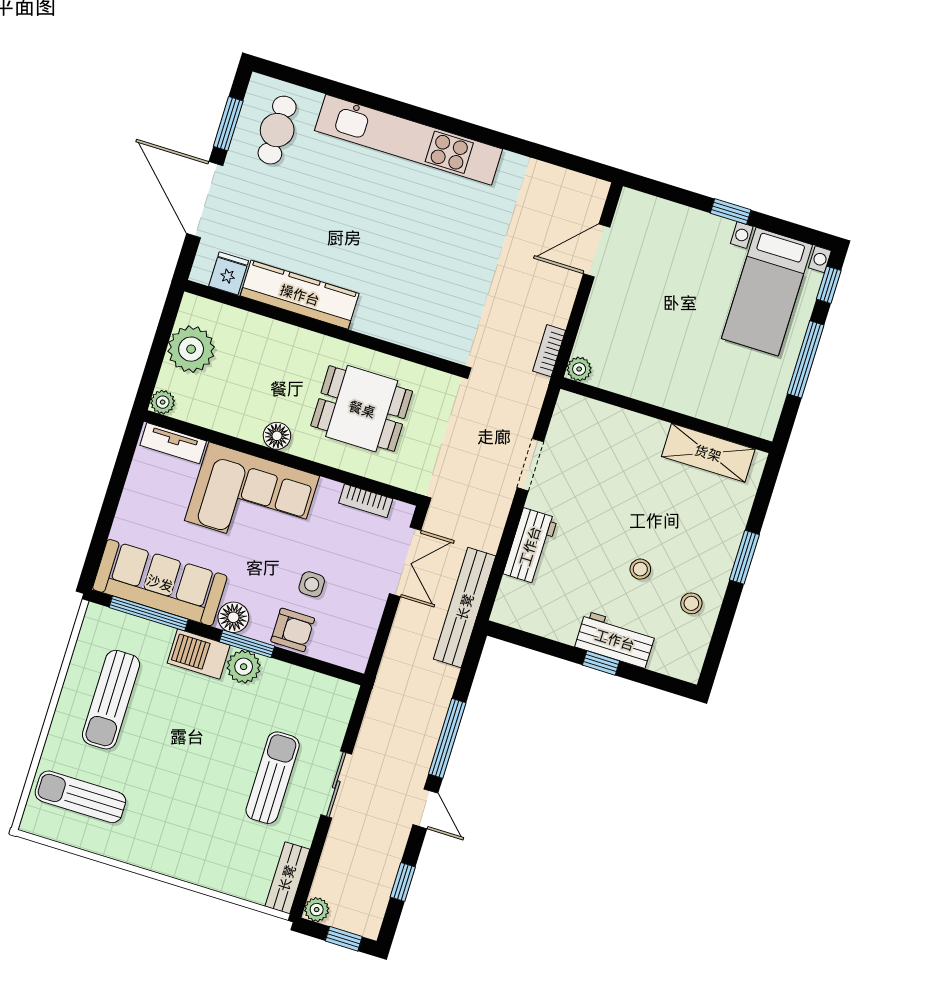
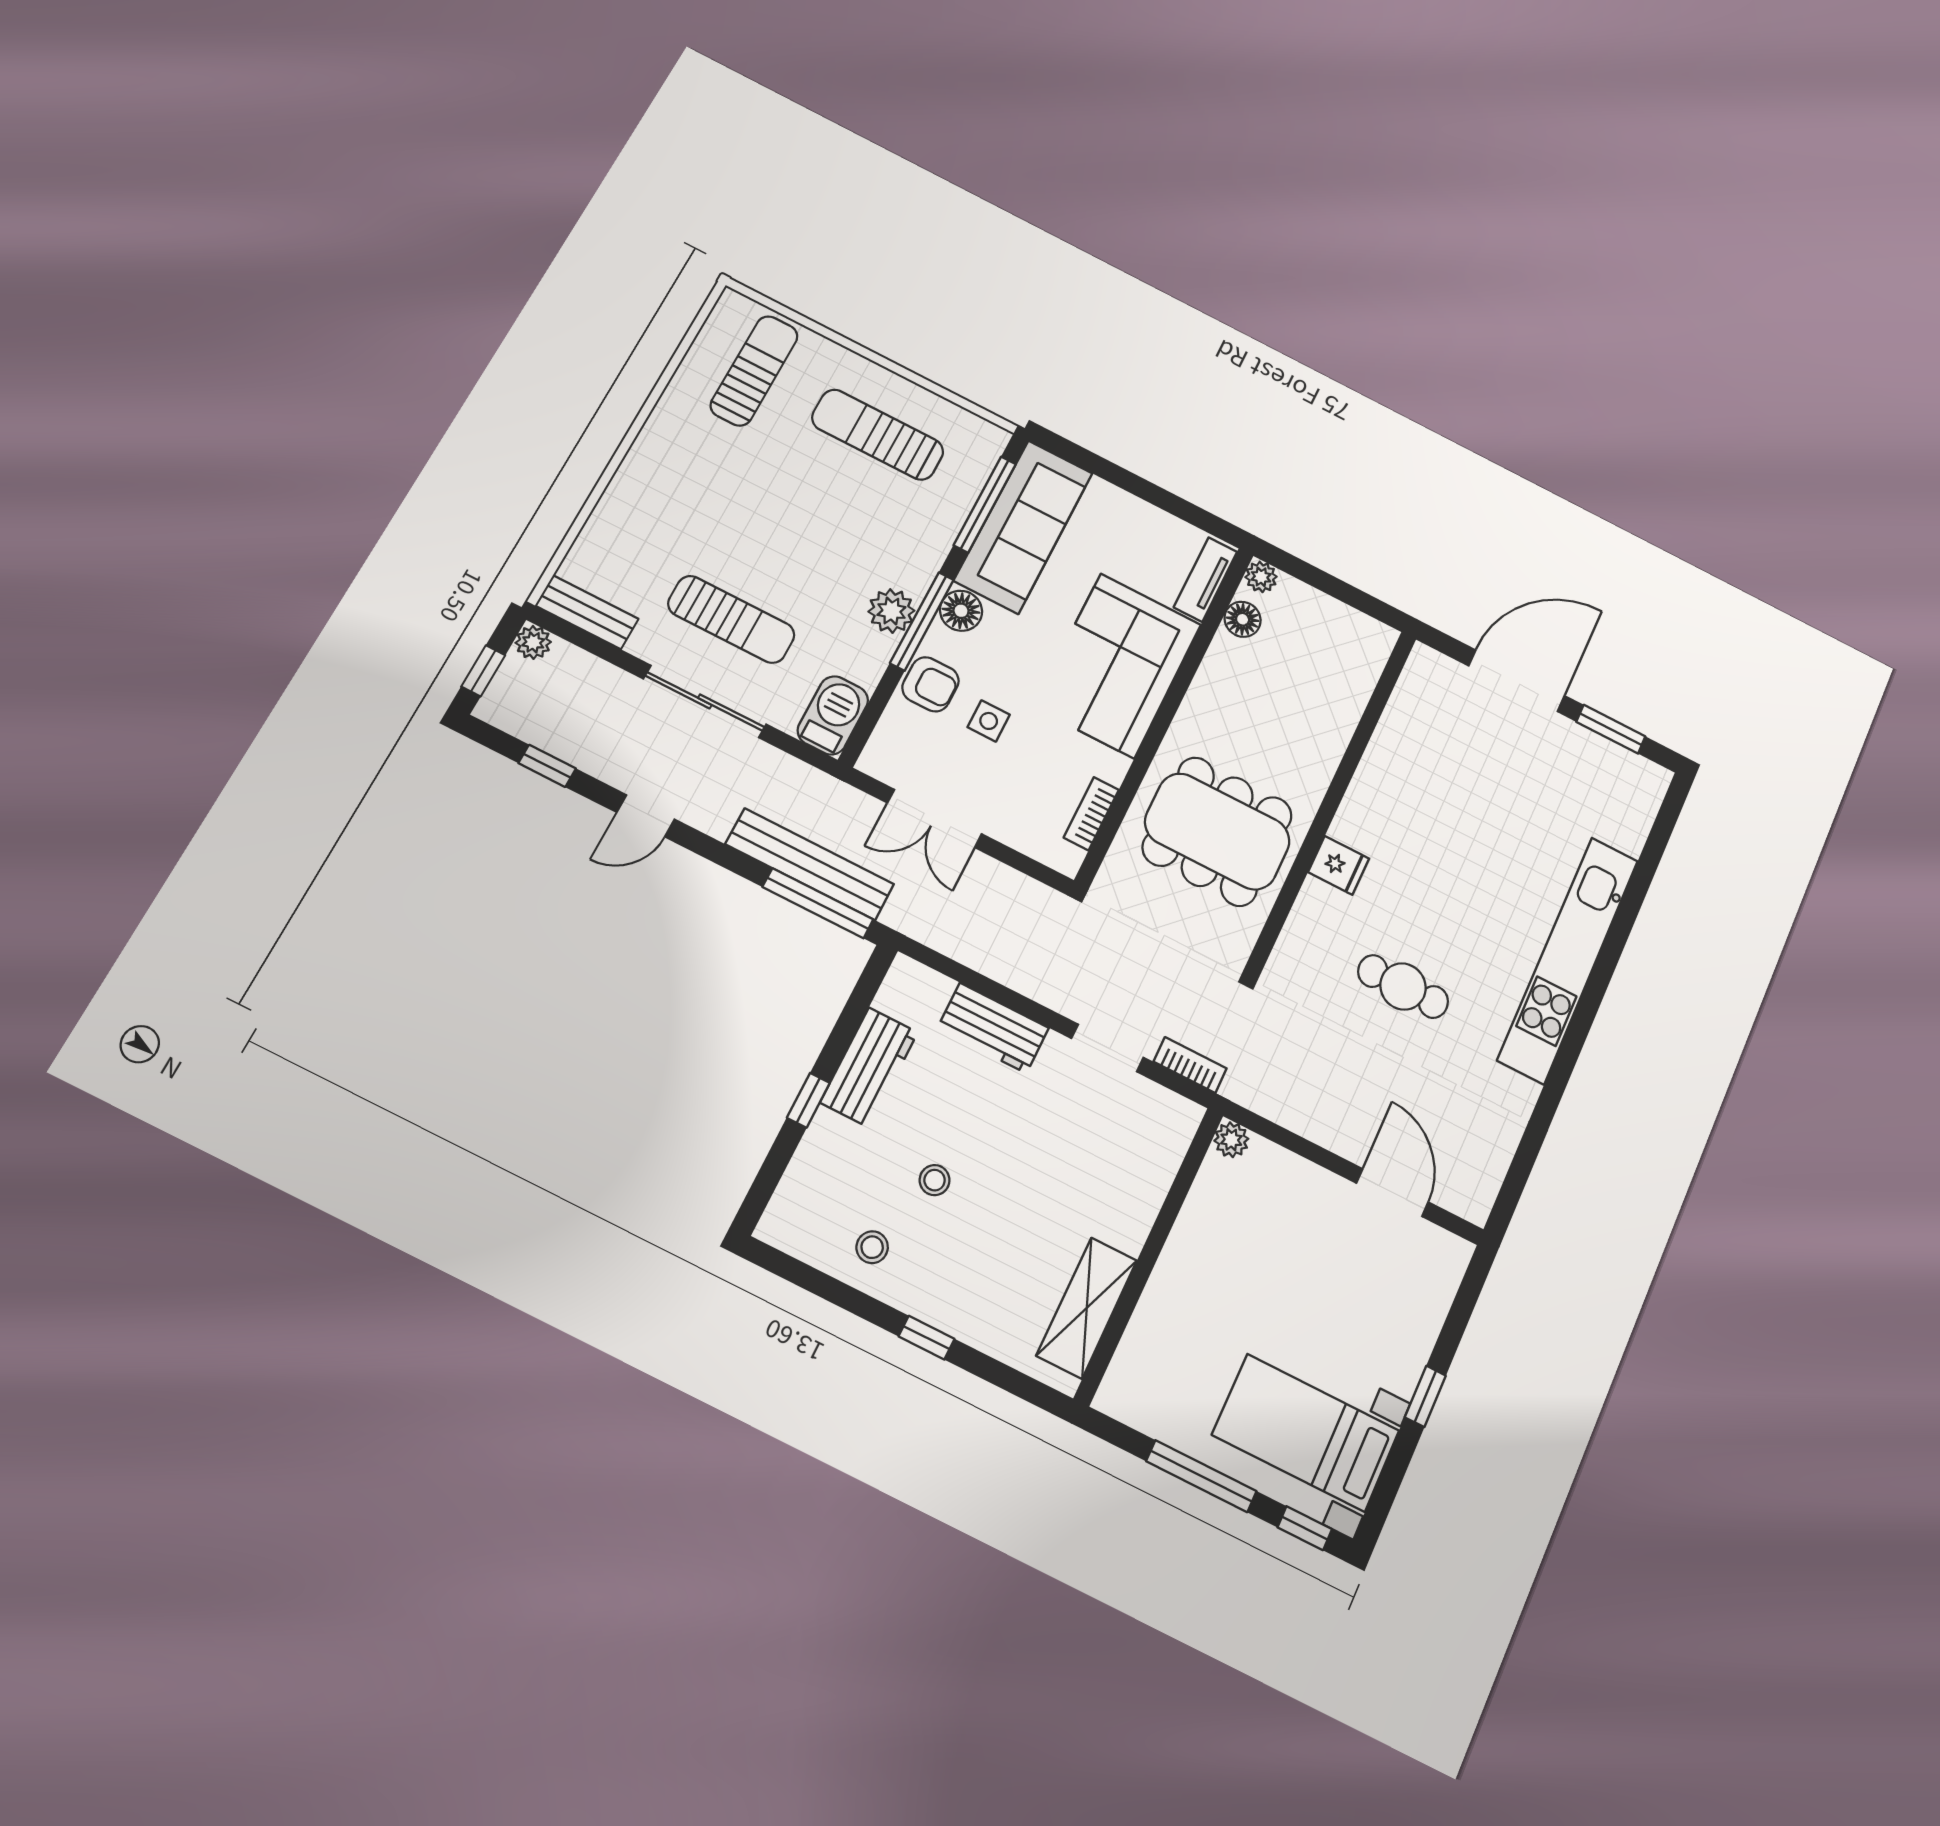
cafe table: (277, 130) -> (1403, 987), moved
fridge: (229, 273) -> (1339, 865), moved
kitchen counter: (300, 295) -> (1380, 778), removed
plant: (191, 349) -> (1325, 626), removed
bookcase: (549, 351) -> (1190, 1065), moved
dining table: (362, 409) -> (1217, 831), width x1.38
floor lamp: (277, 436) -> (1243, 619), moved
window: (744, 557) -> (927, 1338), width x0.67
double door: (405, 562) -> (935, 818), moved
bench: (465, 607) -> (810, 864), moved
armchair: (293, 630) -> (930, 684), turned -90
workbench: (615, 640) -> (869, 1067), moved
window: (247, 644) -> (922, 621), width x1.44
barbecue: (199, 654) -> (833, 715), moved
window: (447, 738) -> (818, 903), moved
sliding door: (336, 785) -> (705, 701), width x1.37

